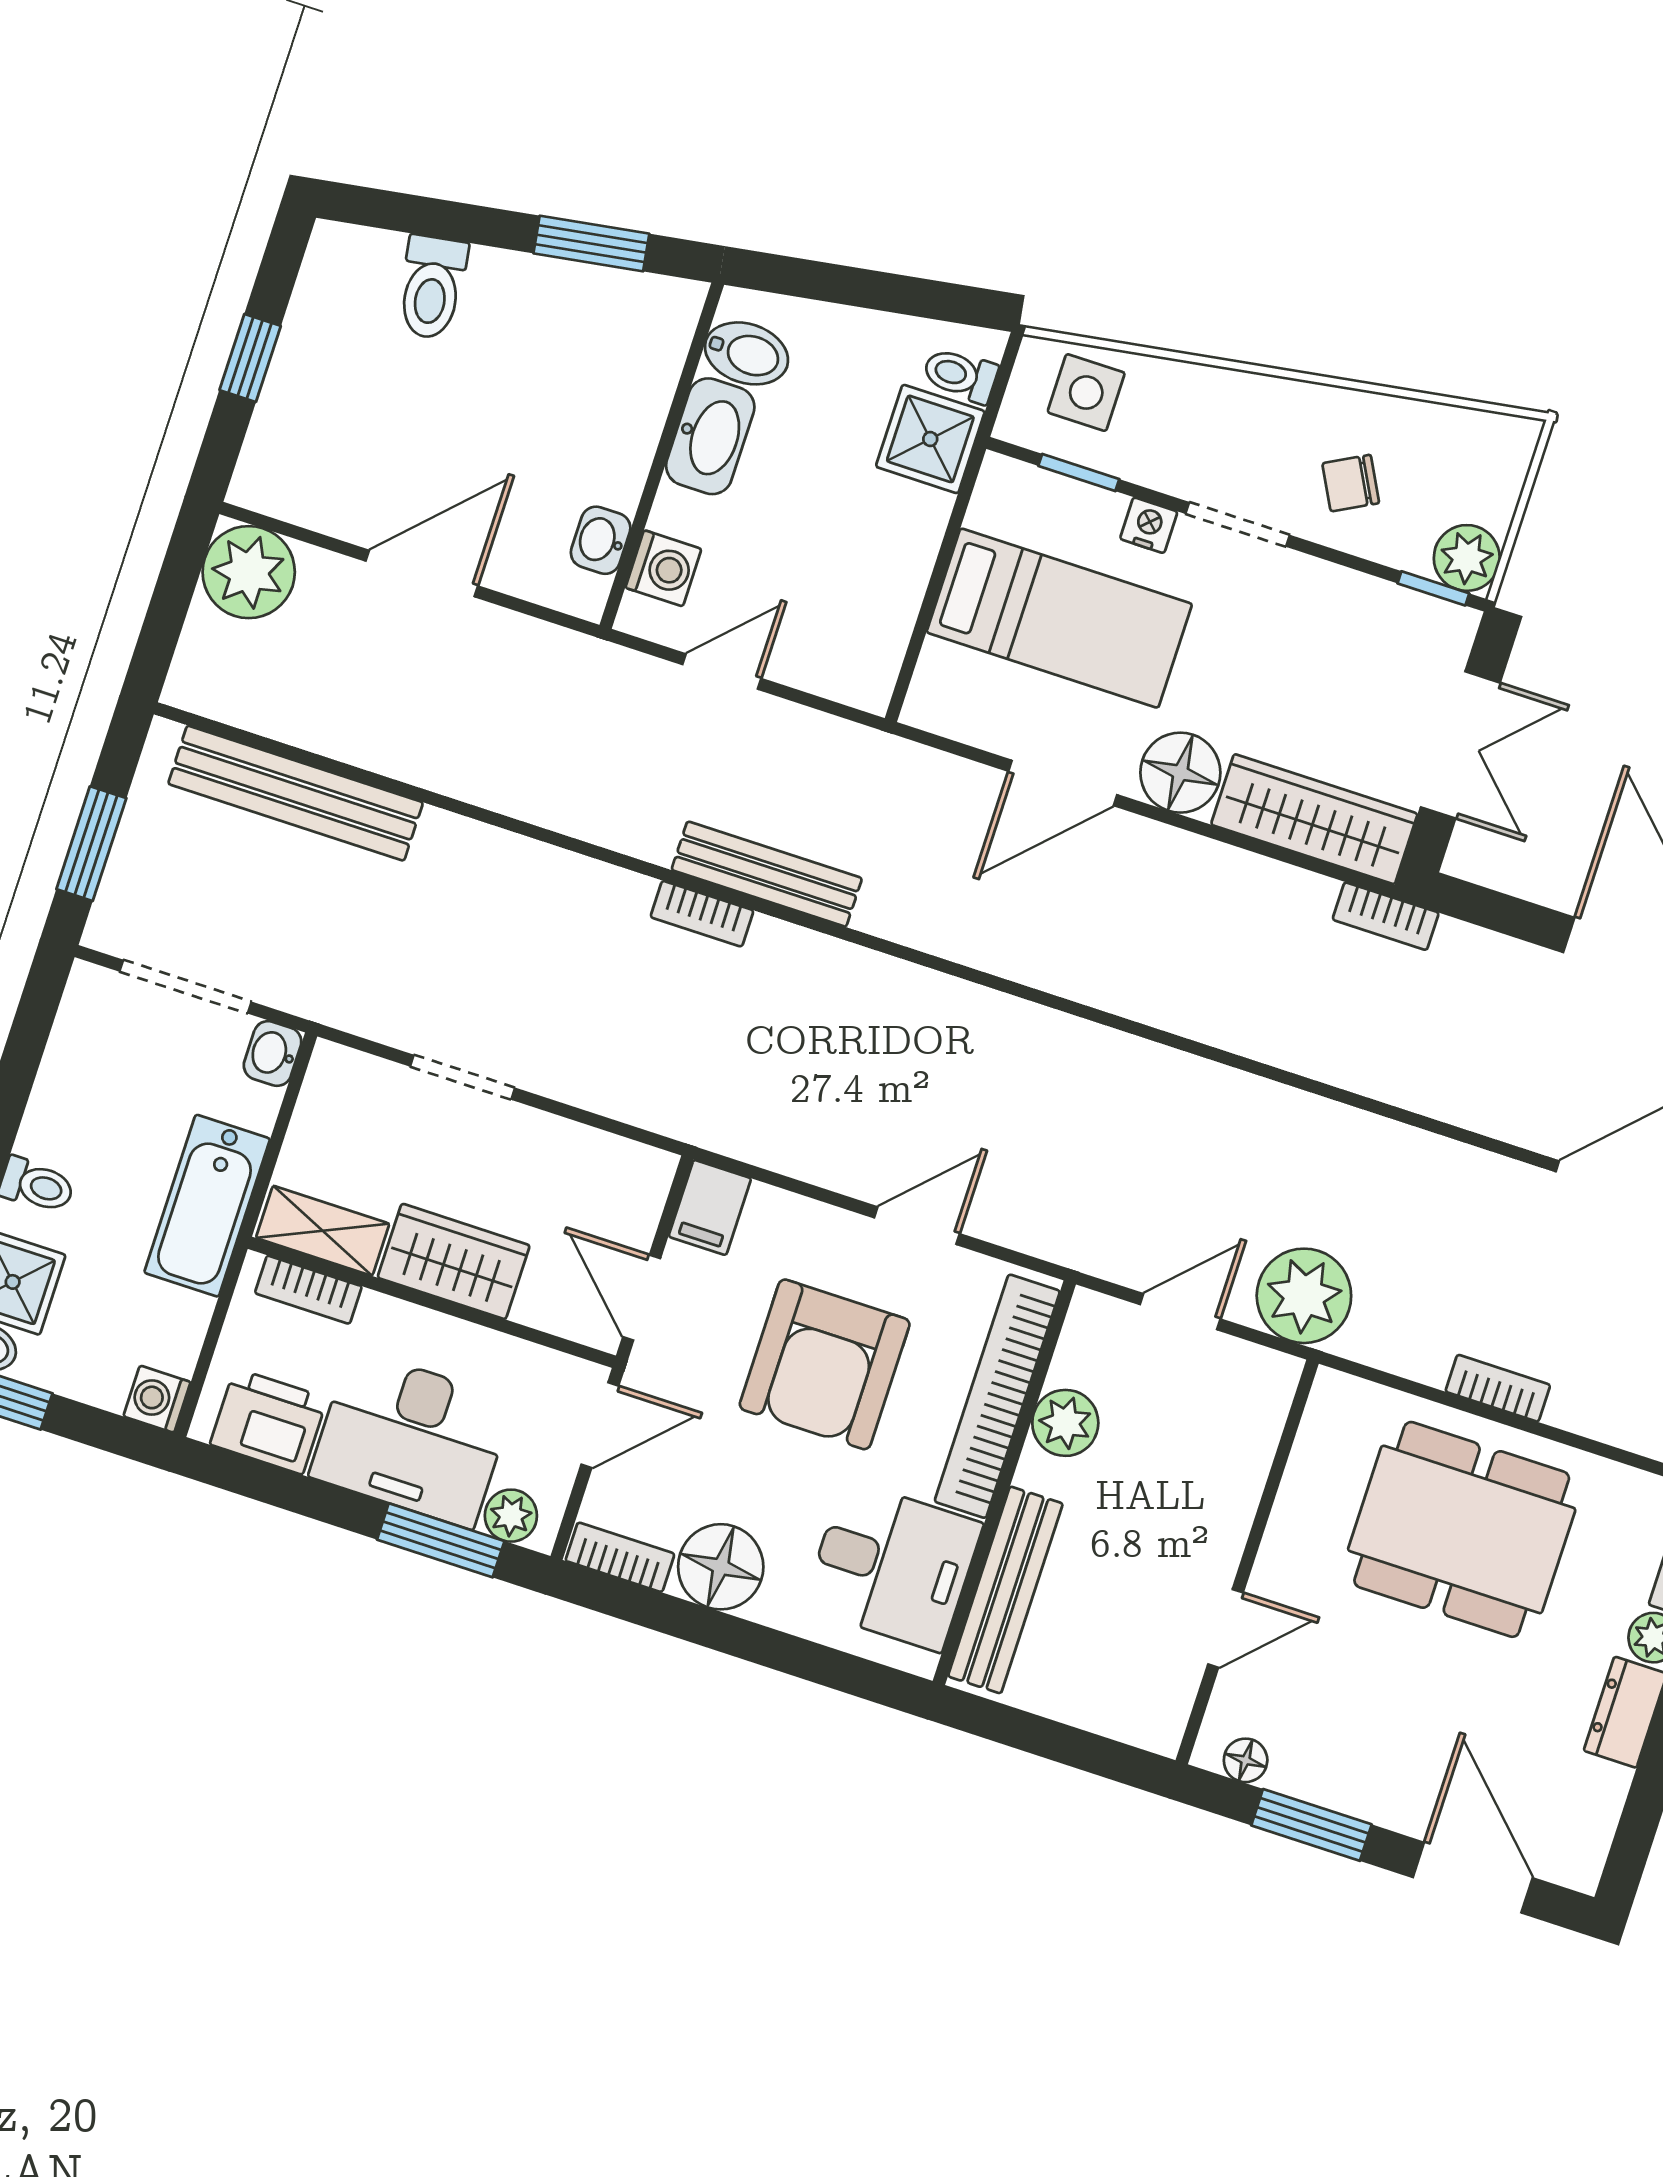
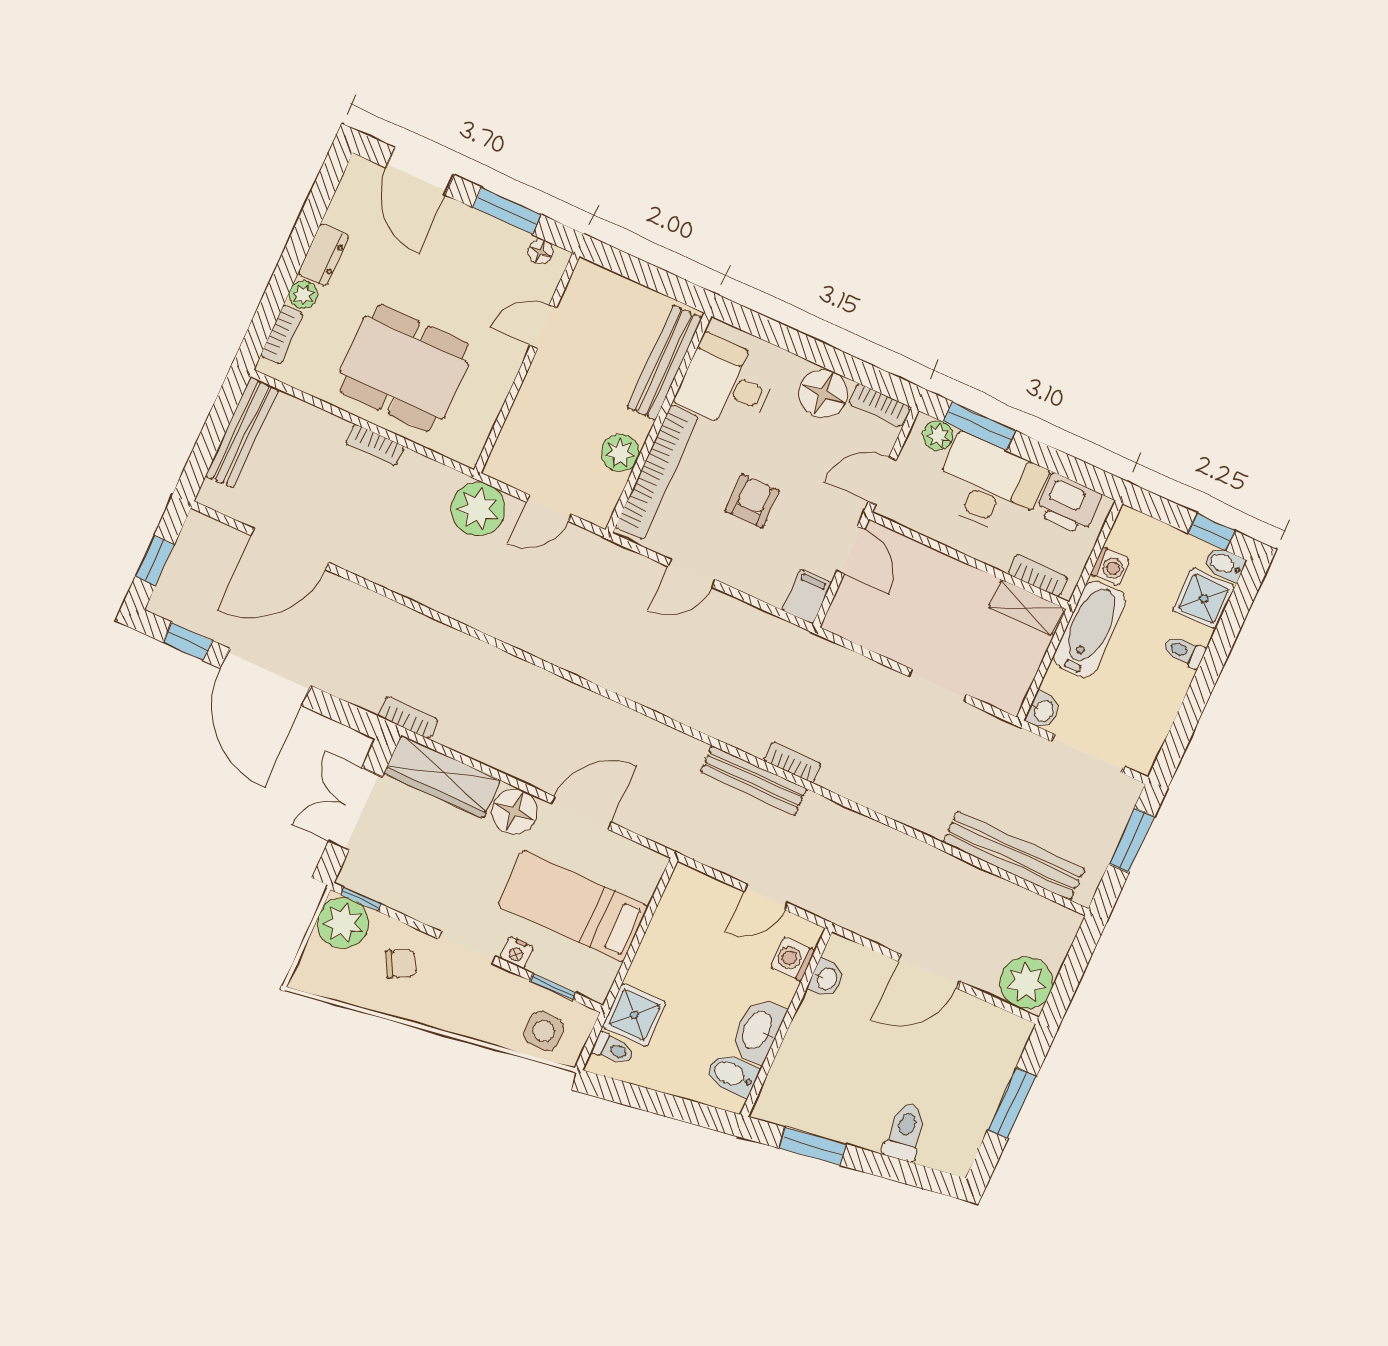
window: (250, 358) -> (1012, 1103), width x1.50
plant: (1467, 558) -> (343, 923), width x1.36, depth x1.36
wardrobe: (454, 1261) -> (954, 582), removed
armchair: (825, 1364) -> (752, 501), width x0.53, depth x0.53
washing machine: (157, 1399) -> (1110, 567), moved

